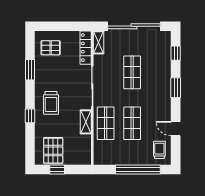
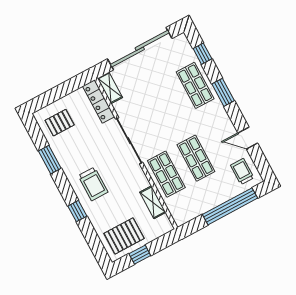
shop shelf: (132, 72) -> (195, 85), moved
shelving: (86, 122) -> (153, 202), moved
pallet: (53, 151) -> (124, 236), turned 90

